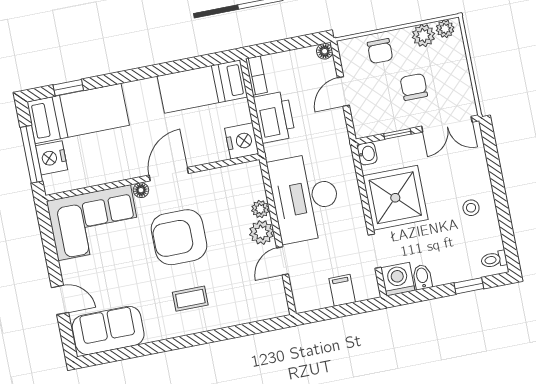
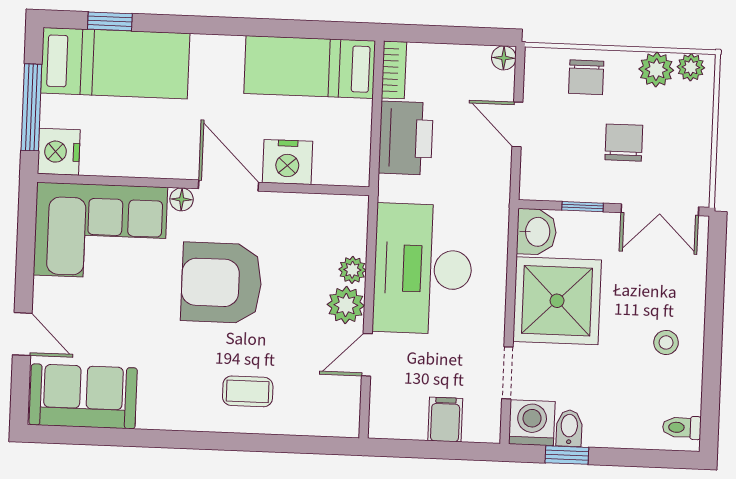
door: (343, 91) -> (517, 124), hinge flipped
nightstand: (242, 141) -> (287, 162), moved, turned 90
washbasin: (367, 154) -> (536, 232), width x1.38, depth x1.45
nightstand: (52, 158) -> (59, 152), moved
door: (169, 174) -> (229, 186), hinge flipped
window: (469, 286) -> (567, 455), moved
coffee table: (190, 299) -> (248, 391), moved

